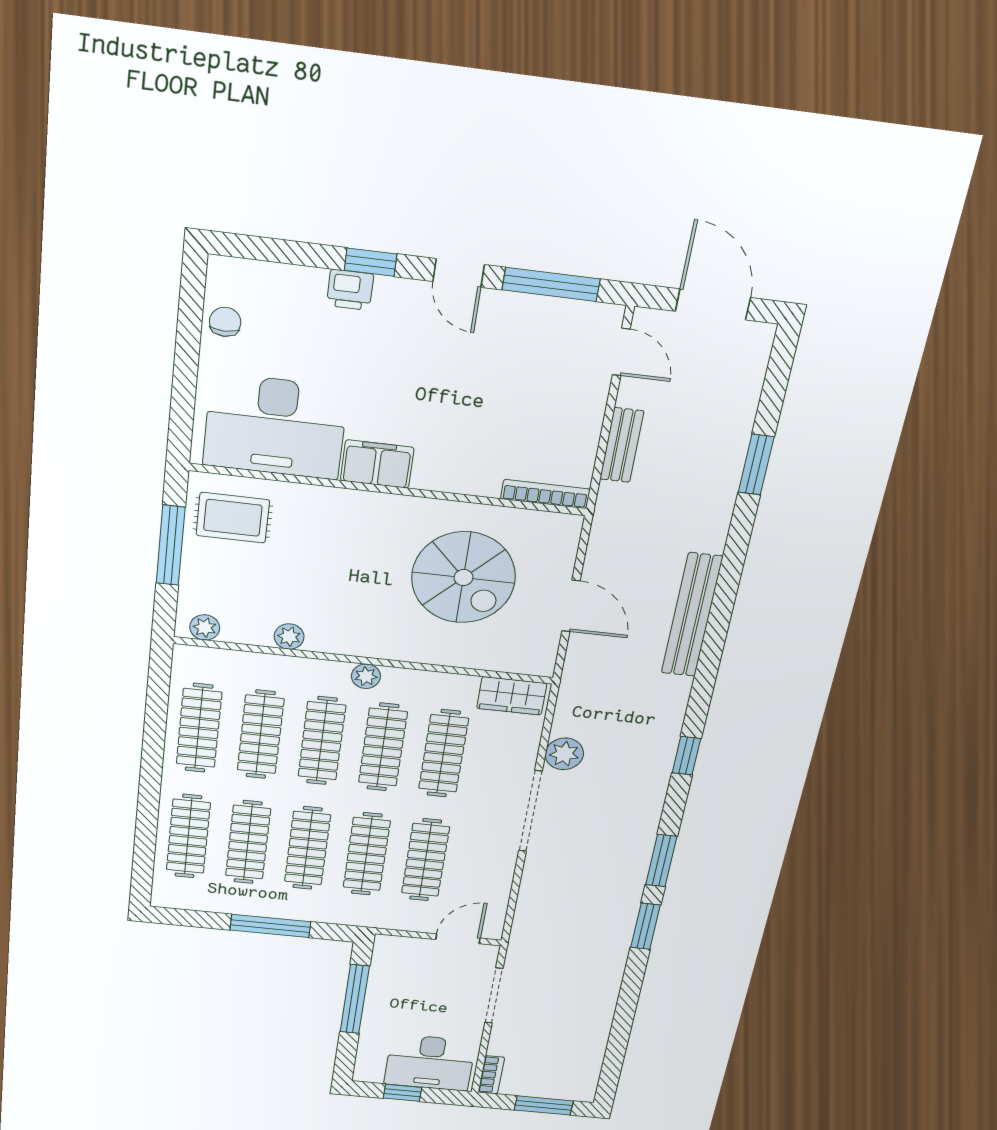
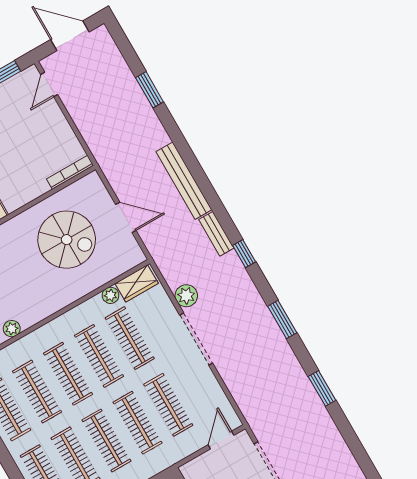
door: (621, 352) -> (49, 84), swing flipped
bench: (622, 445) -> (216, 234), moved
plant: (366, 676) -> (111, 295), moved
window: (645, 926) -> (322, 388), moved

